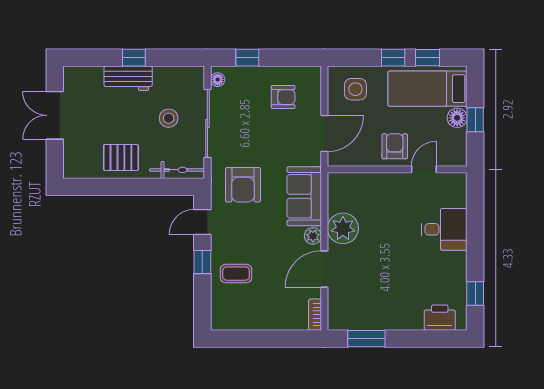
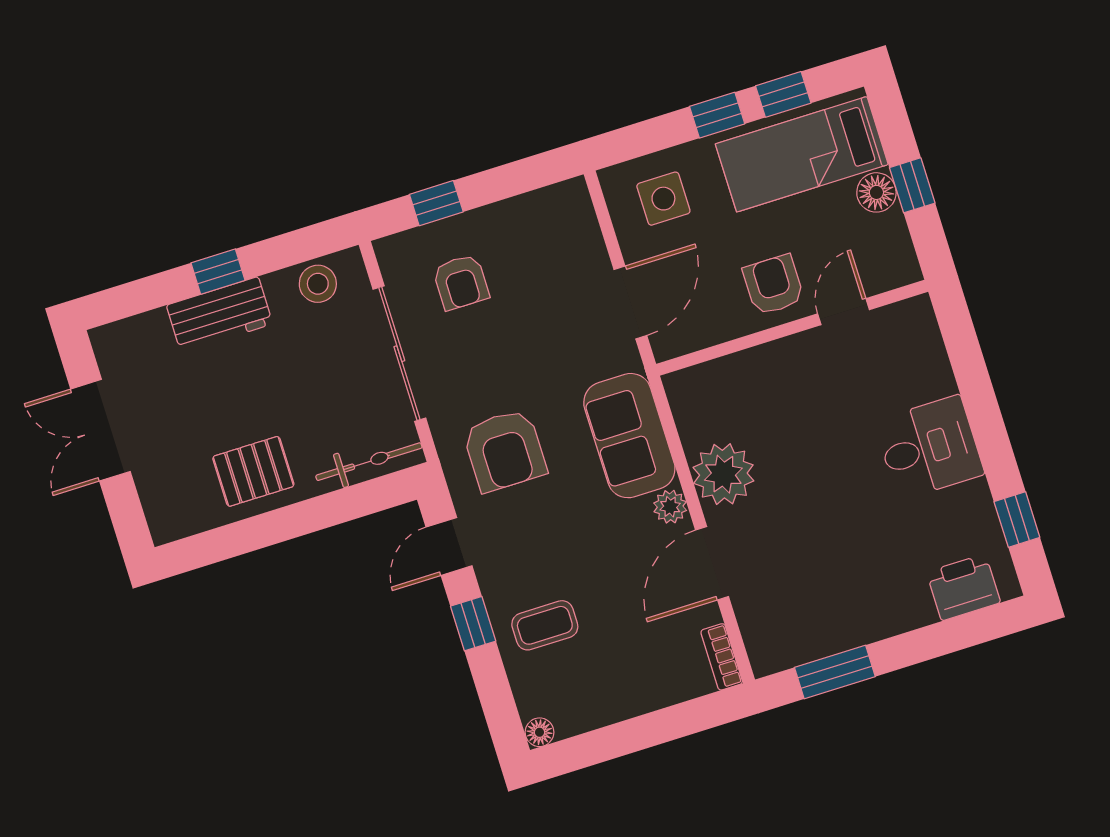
floor lamp: (218, 80) -> (539, 732), moved
armchair: (283, 97) -> (461, 282), moved, turned 90
stool: (169, 118) -> (318, 284), moved
desk: (444, 229) -> (929, 448), moved

